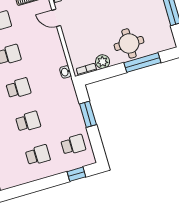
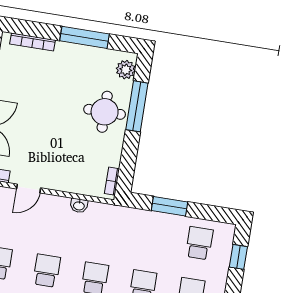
plant: (103, 62) -> (126, 70), moved
washbasin: (65, 72) -> (79, 206), moved

